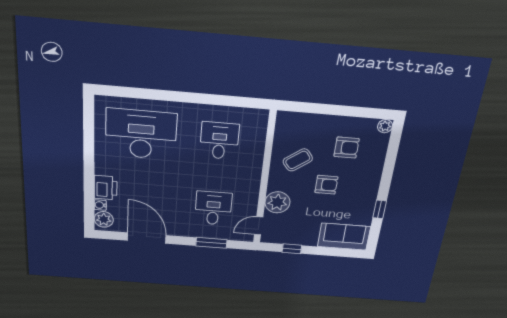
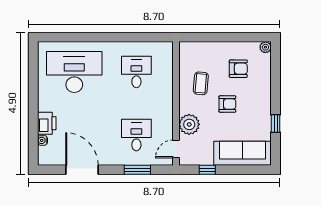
coffee table: (298, 160) -> (201, 83), turned -48
plant: (104, 219) -> (45, 154), removed
sofa: (344, 237) -> (243, 153), width x1.36

